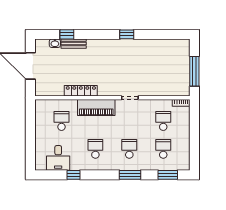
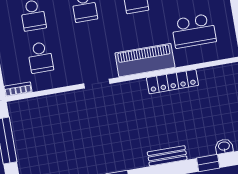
bench: (74, 44) -> (167, 156), moved
school desk: (62, 121) -> (194, 31), width x1.85

